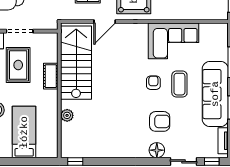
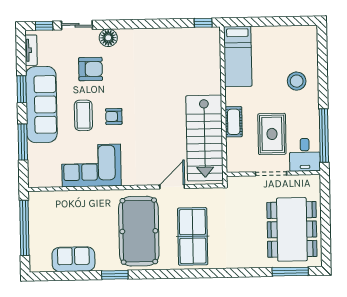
armchair: (153, 83) -> (114, 116), turned 90
plant: (67, 115) -> (214, 76), removed
armchair: (160, 121) -> (91, 69), moved, turned 180
bed: (24, 132) -> (238, 56), moved

